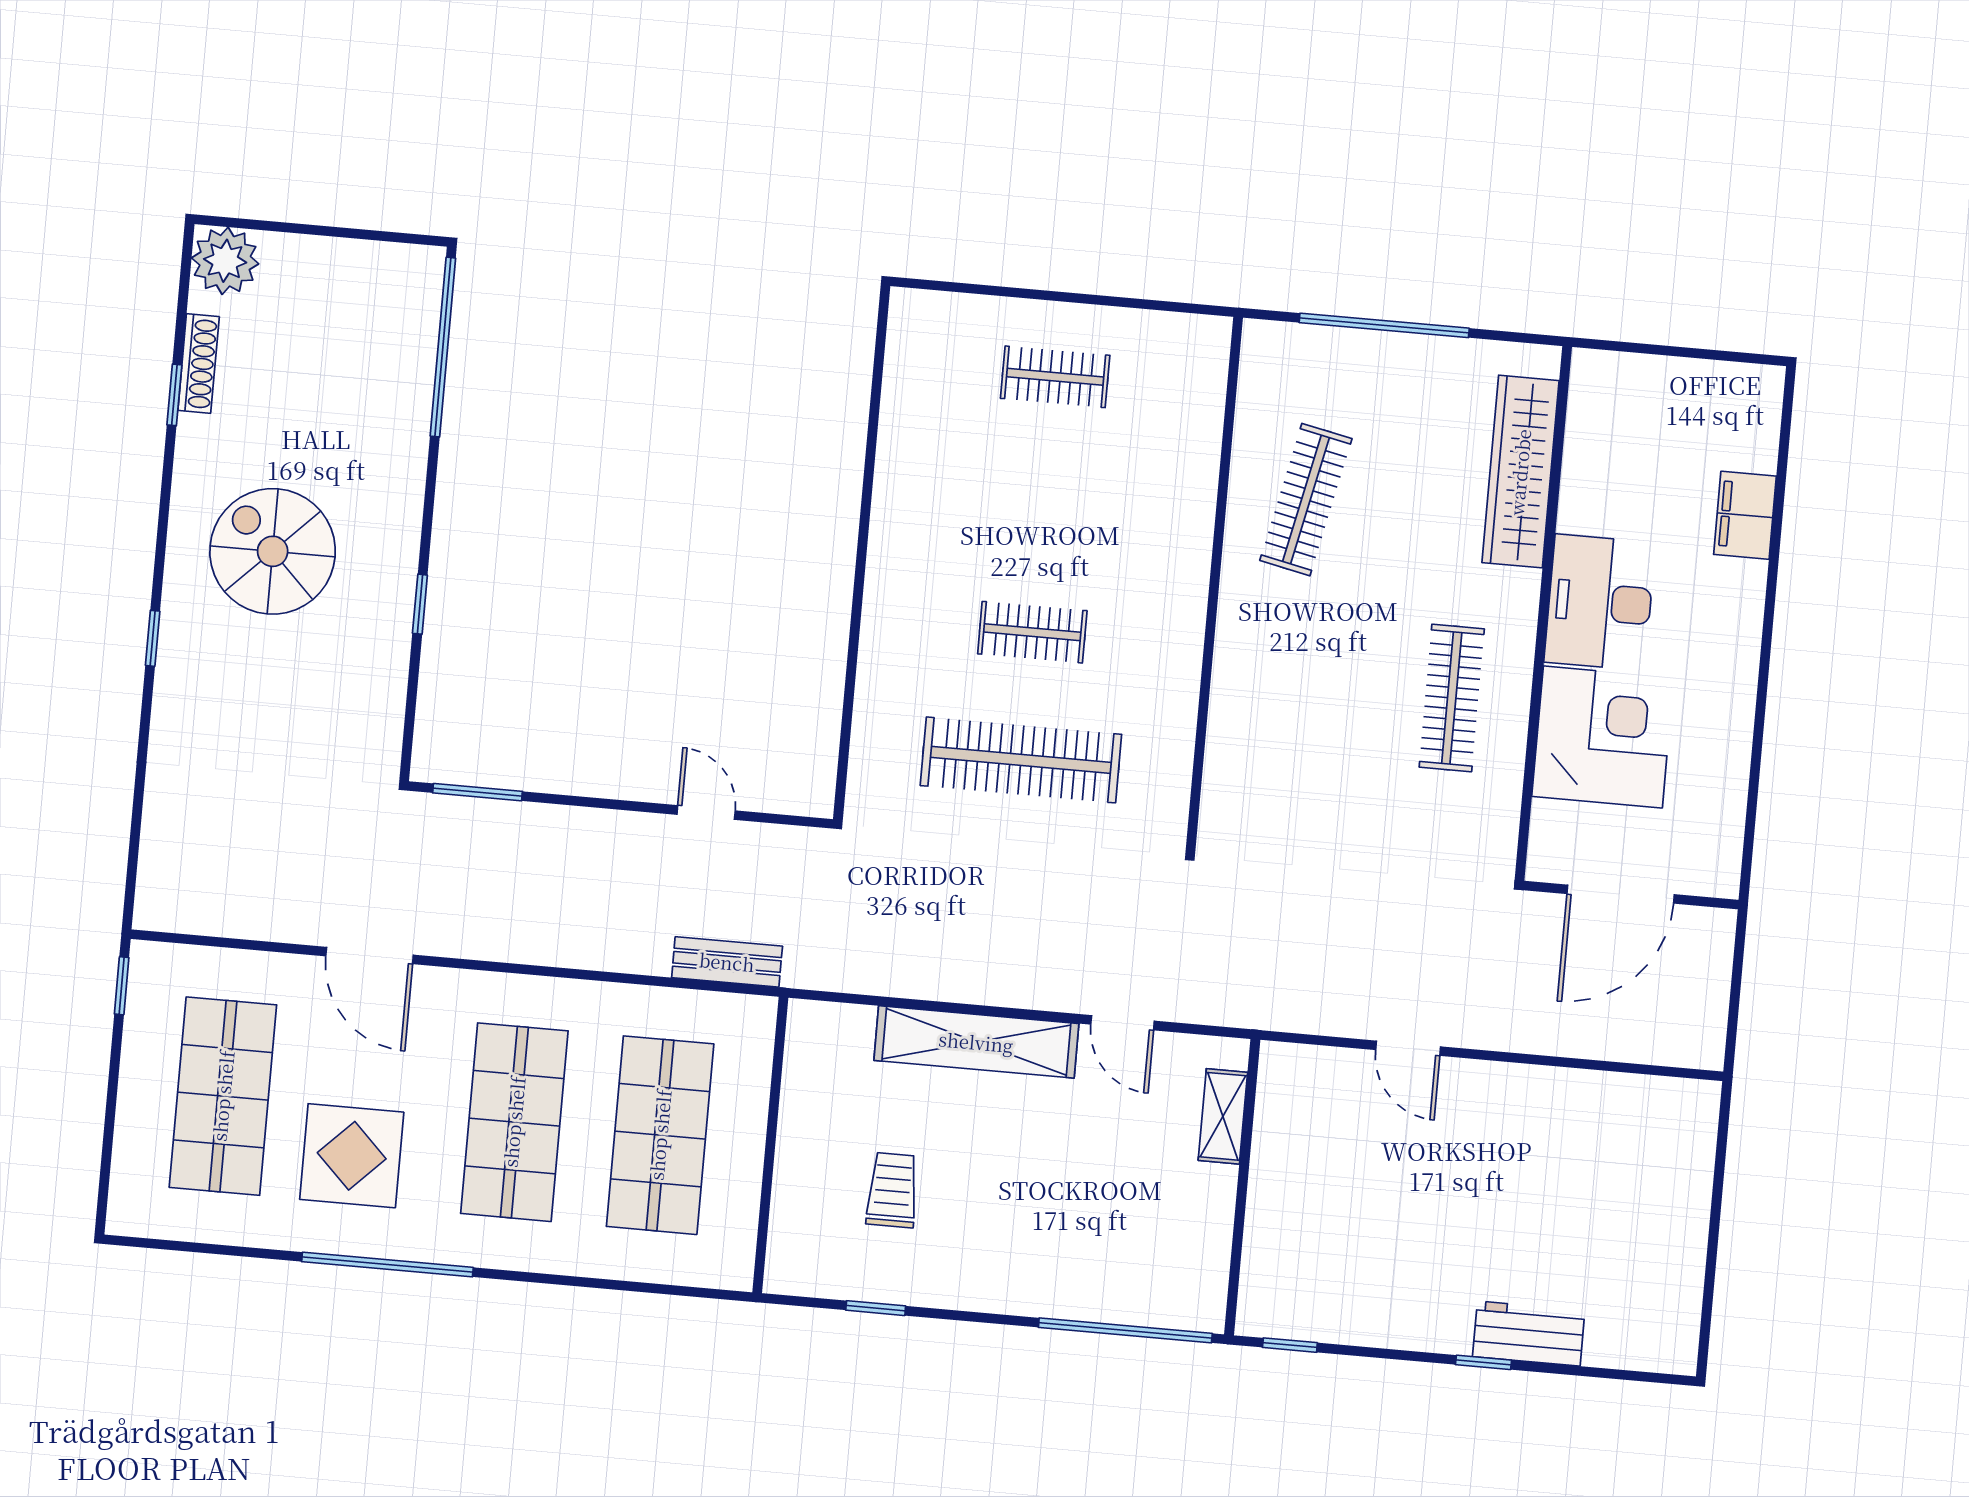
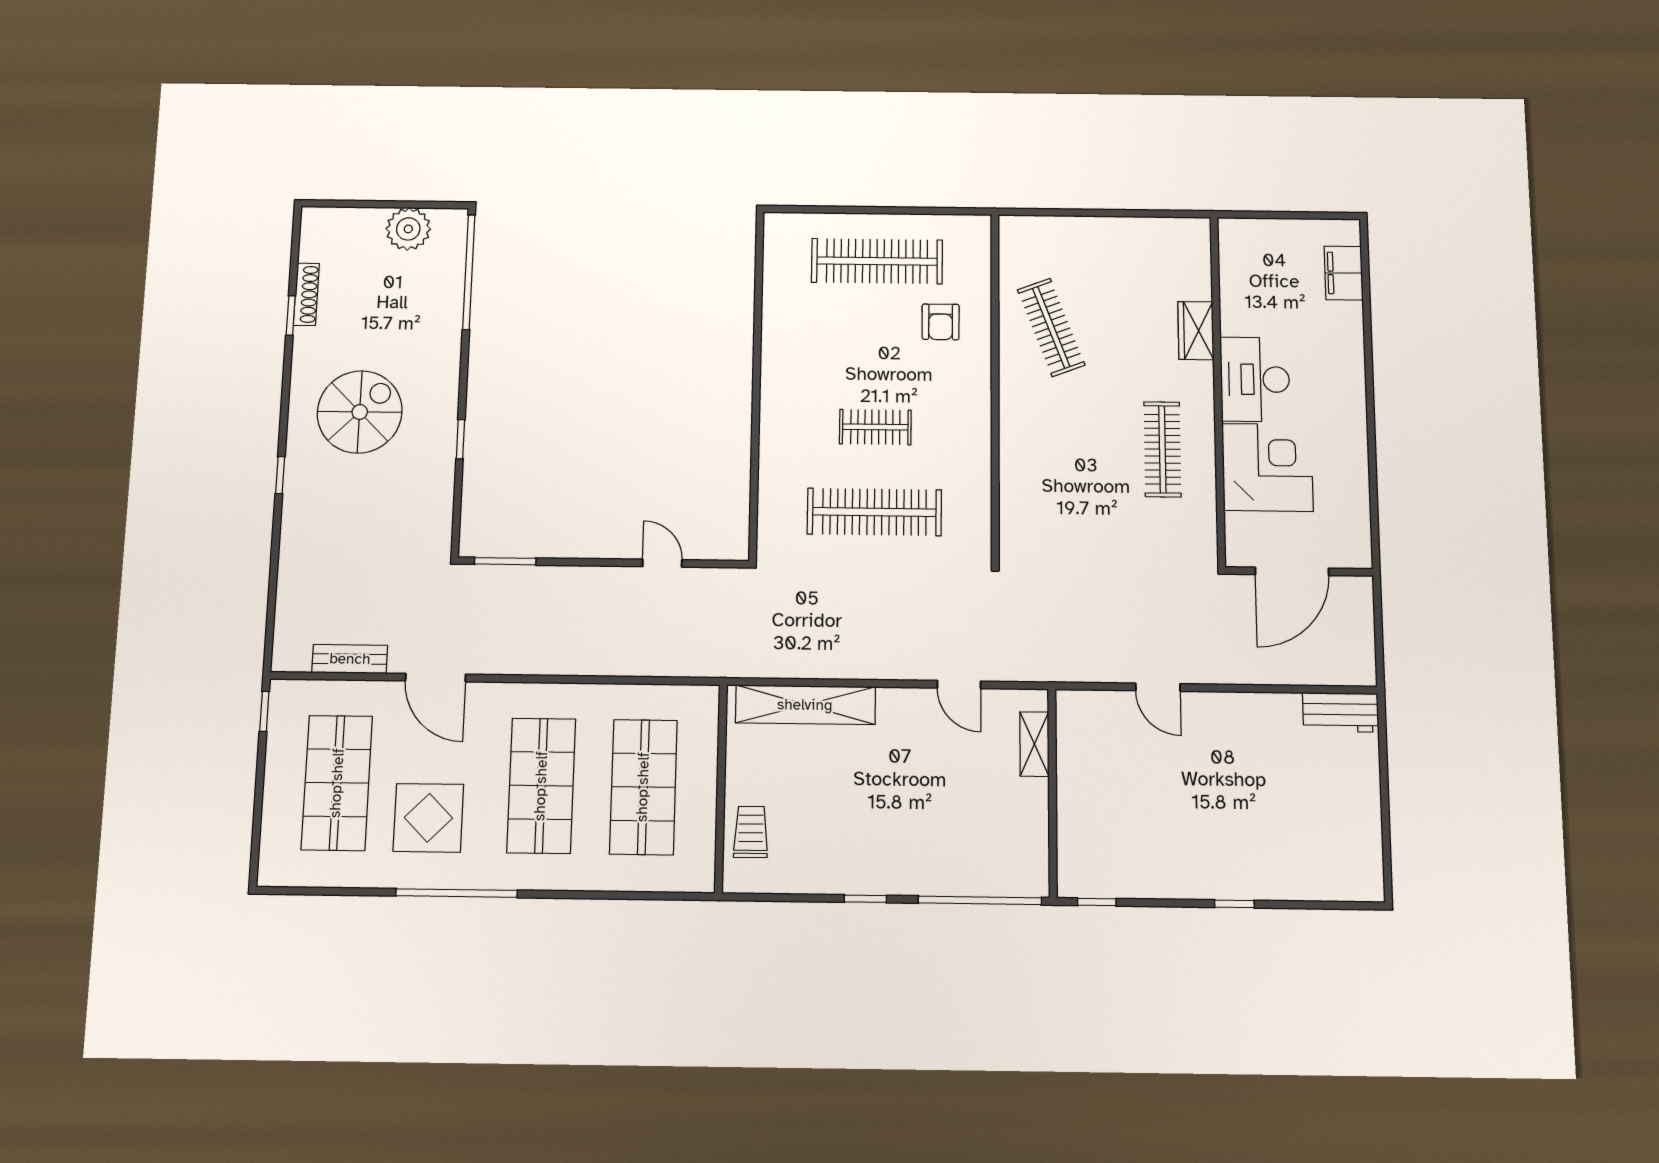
plant: (225, 261) -> (408, 229), moved
window: (1384, 325) -> (1092, 213), removed
clothes rail: (1055, 377) -> (877, 261), width x1.86, depth x1.31
wardrobe: (1520, 472) -> (1196, 331), width x0.48, depth x0.85
armchair: (1142, 479) -> (941, 322), added
clothes rail: (1306, 500) -> (1051, 327), turned -33
filing cabinet: (1745, 515) -> (1344, 273), moved
spiral stairs: (273, 551) -> (360, 412), turned 90
bench: (727, 962) -> (350, 659), moved
shelving: (976, 1042) -> (805, 705), moved
trolley: (892, 1190) -> (751, 832), moved
window: (876, 1308) -> (865, 899), moved
workbench: (1529, 1334) -> (1341, 712), moved, turned 180

